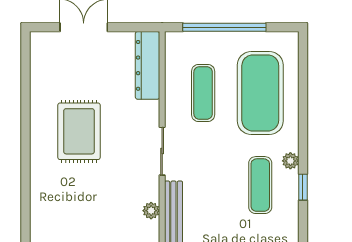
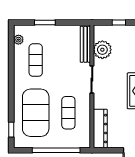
plant: (290, 161) -> (18, 40), moved
window: (303, 187) -> (11, 130), moved
plant: (151, 211) -> (102, 50), width x1.88, depth x1.88

